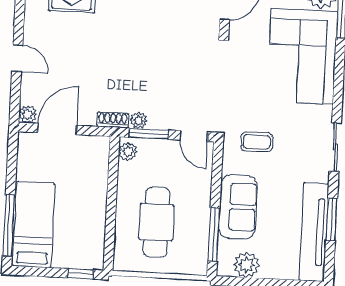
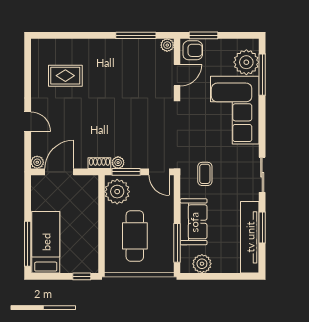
coffee table: (257, 142) -> (205, 174), turned 90
plant: (128, 152) -> (117, 192), width x1.88, depth x1.88

